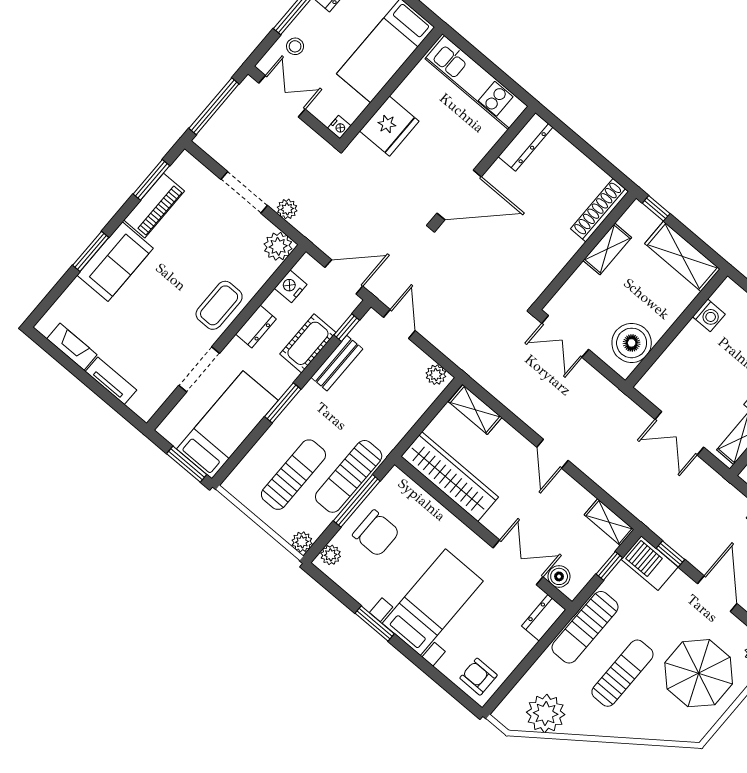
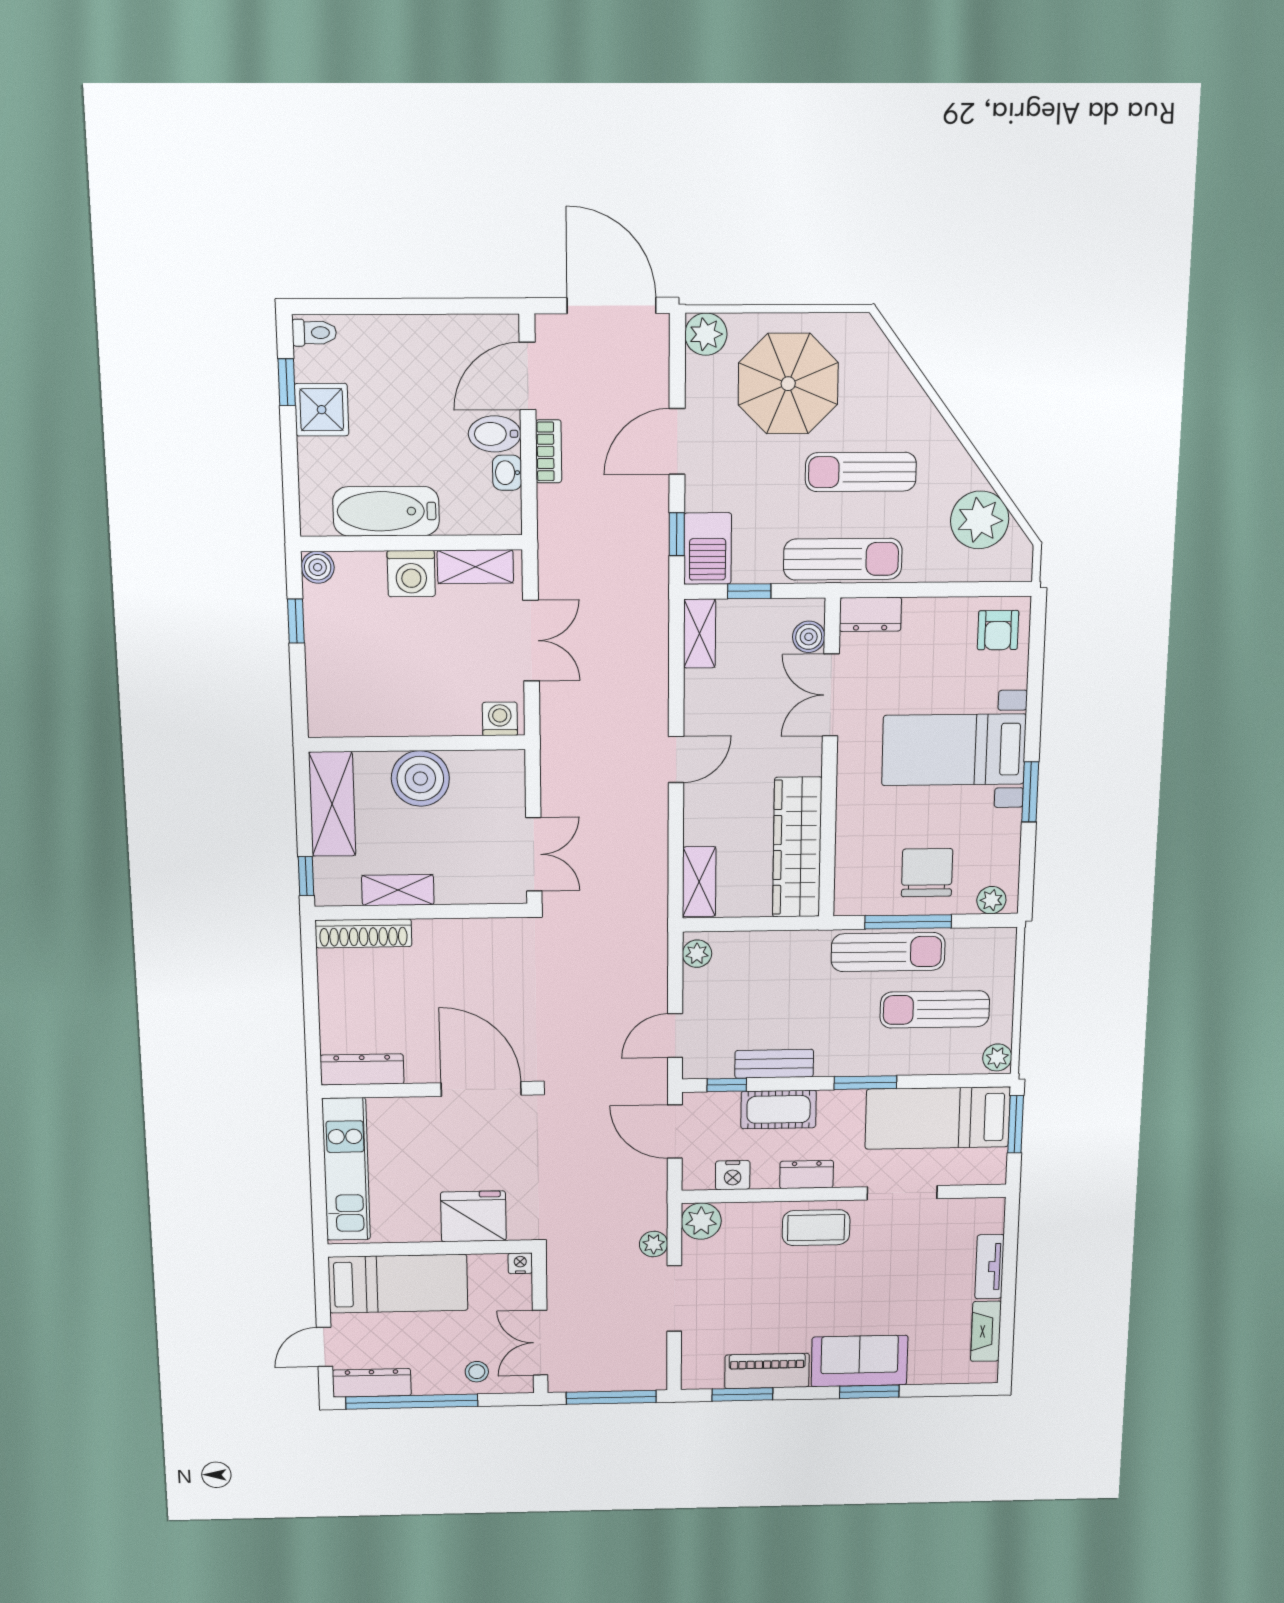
washing machine: (709, 315) -> (500, 719), moved
boiler: (632, 343) -> (420, 778), moved
plant: (302, 542) -> (997, 1057), moved

